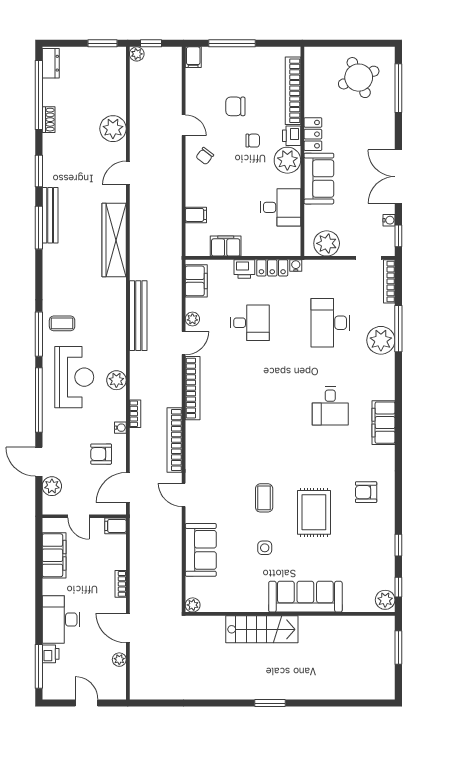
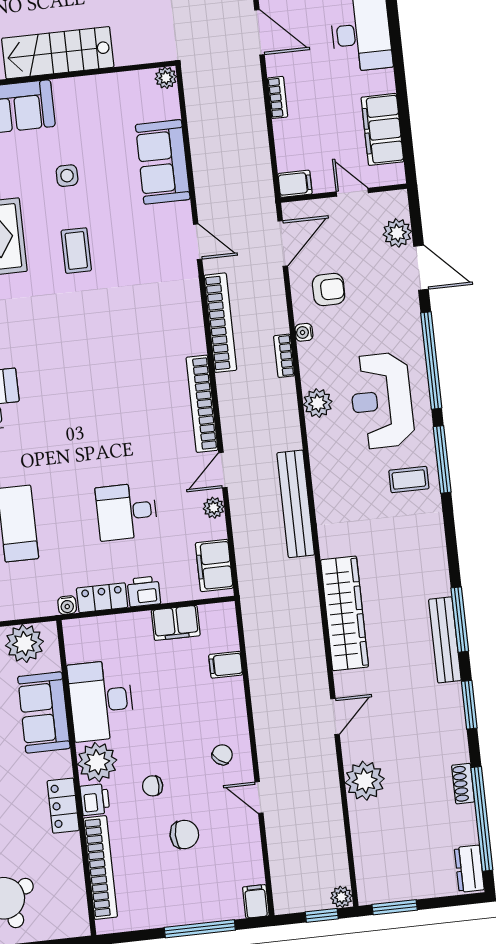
sofa: (319, 179) -> (44, 712), moved
desk: (280, 207) -> (101, 701), width x1.37

